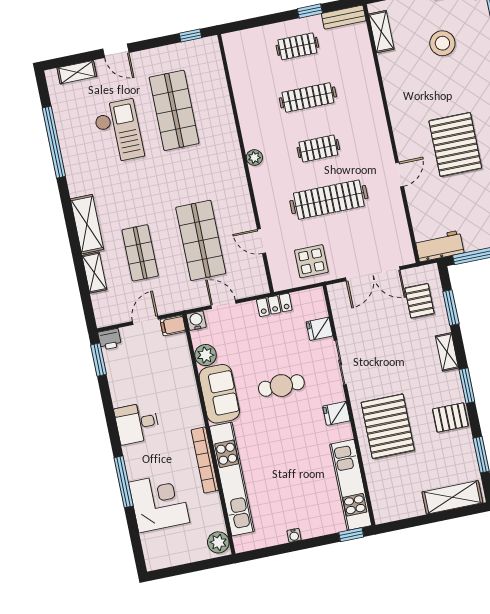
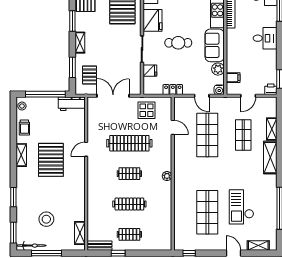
filing cabinet: (173, 325) -> (233, 78), moved
fridge: (336, 413) -> (152, 20), width x1.88, depth x1.34

